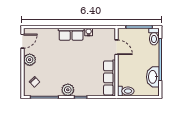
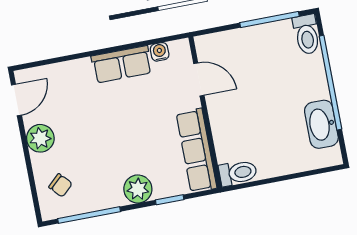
door: (117, 47) -> (199, 79), moved
wall: (117, 62) -> (205, 112), moved
row of seats: (110, 78) -> (196, 150), moved
toilet: (126, 91) -> (238, 173), moved

